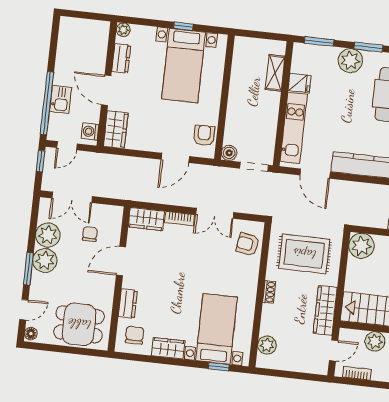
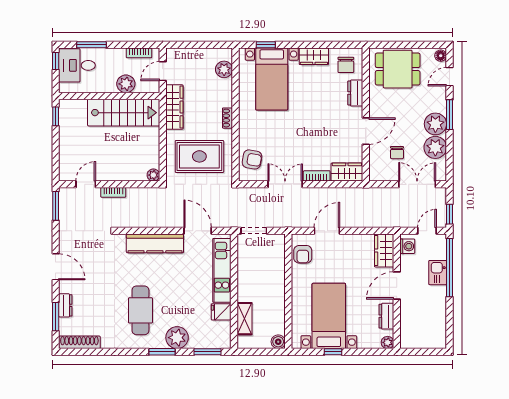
door: (106, 90) -> (397, 285), swing flipped
boiler: (229, 153) -> (278, 342), moved
plant: (361, 246) -> (153, 175), width x0.53, depth x0.53

